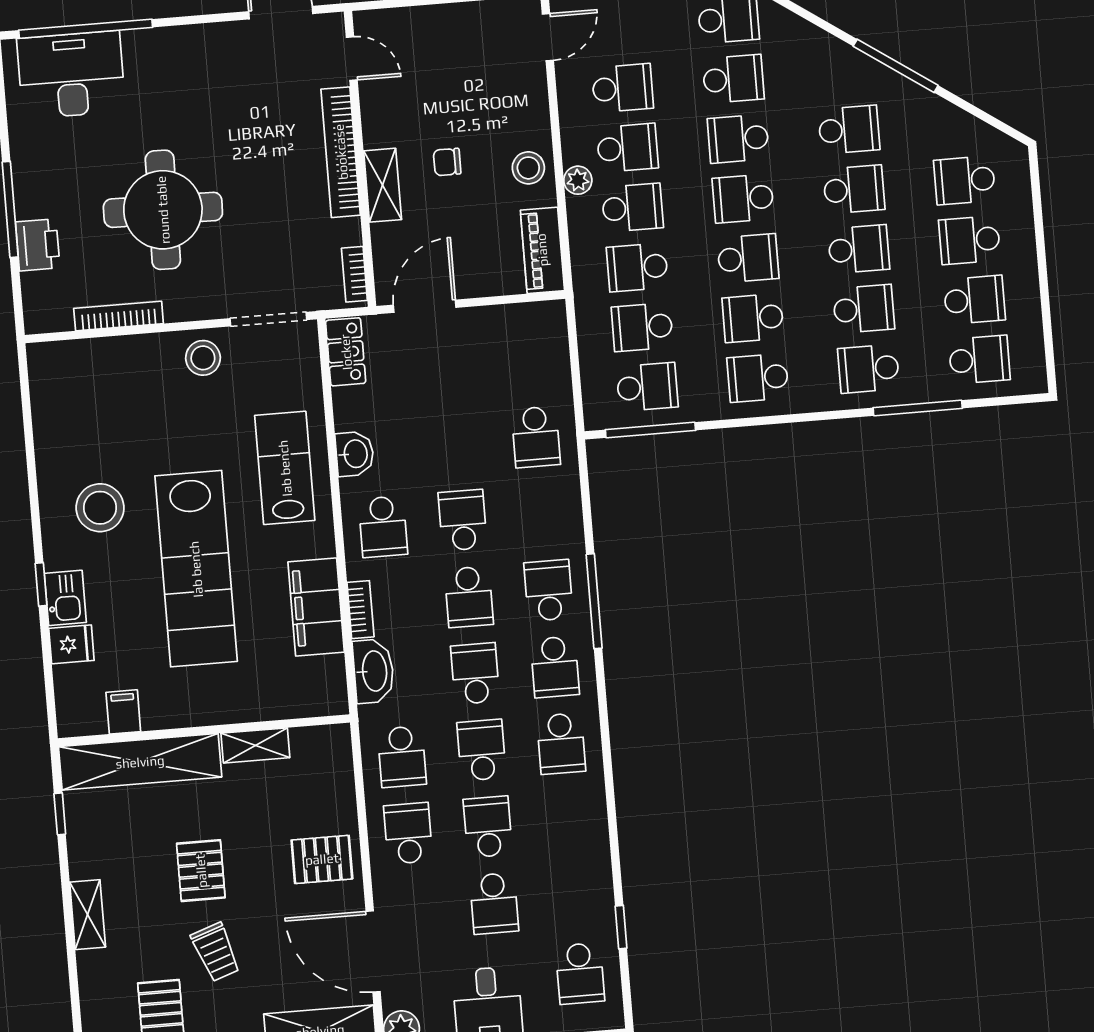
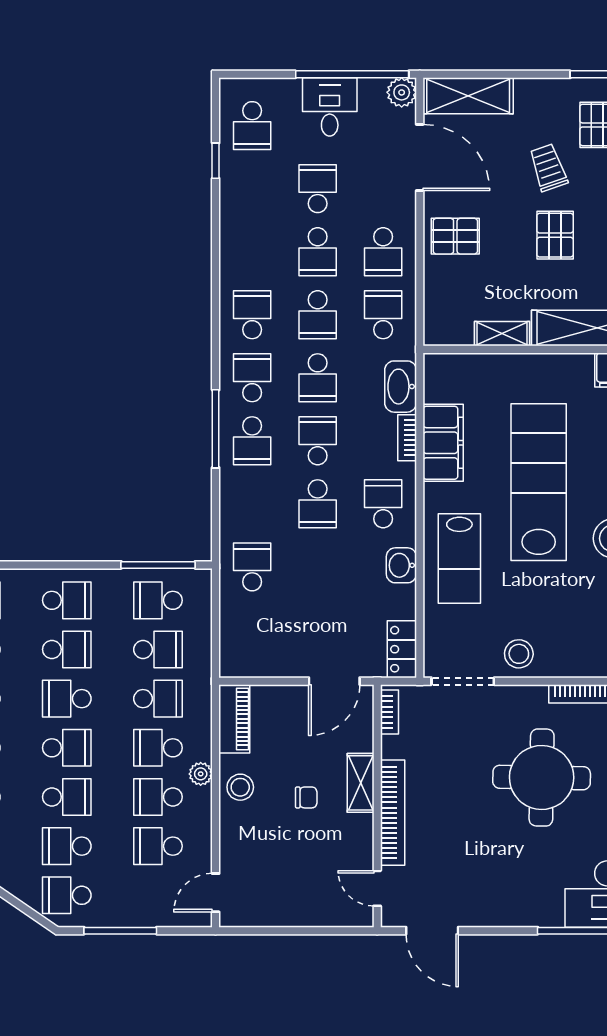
school desk: (580, 973) -> (252, 126), turned 180

